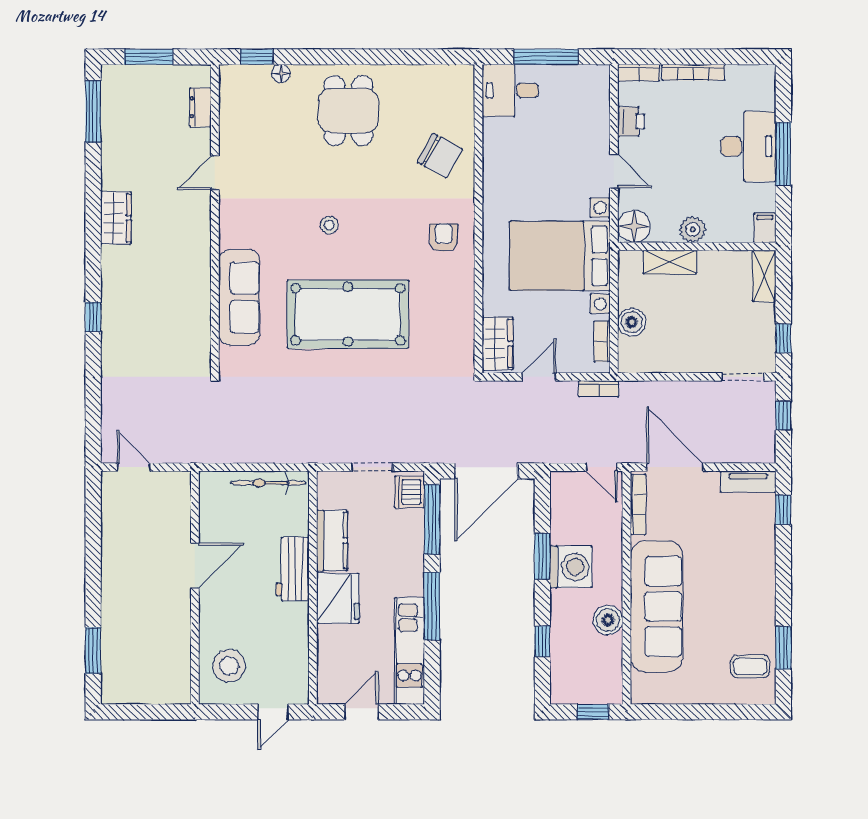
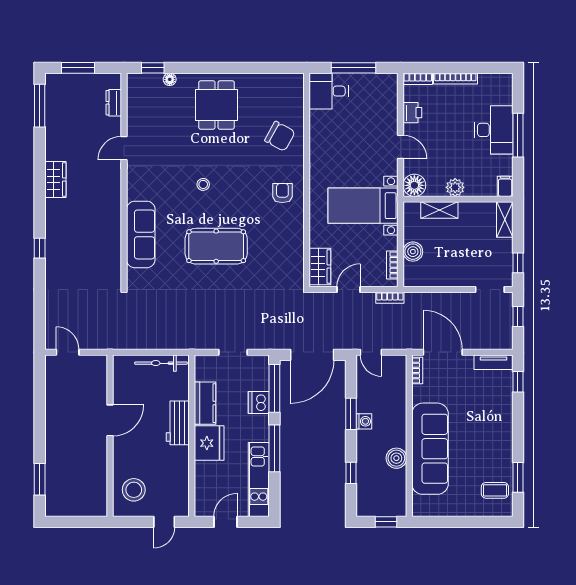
bed with nightstands: (560, 256) -> (363, 206), width x0.73
pool table: (348, 314) -> (216, 246), width x0.73, depth x0.76
door: (602, 467) -> (371, 352), moved
dishwasher: (409, 492) -> (259, 402), moved
bookcase: (638, 505) -> (417, 371), width x0.64
washing machine: (571, 567) -> (364, 421), width x0.53, depth x0.53

